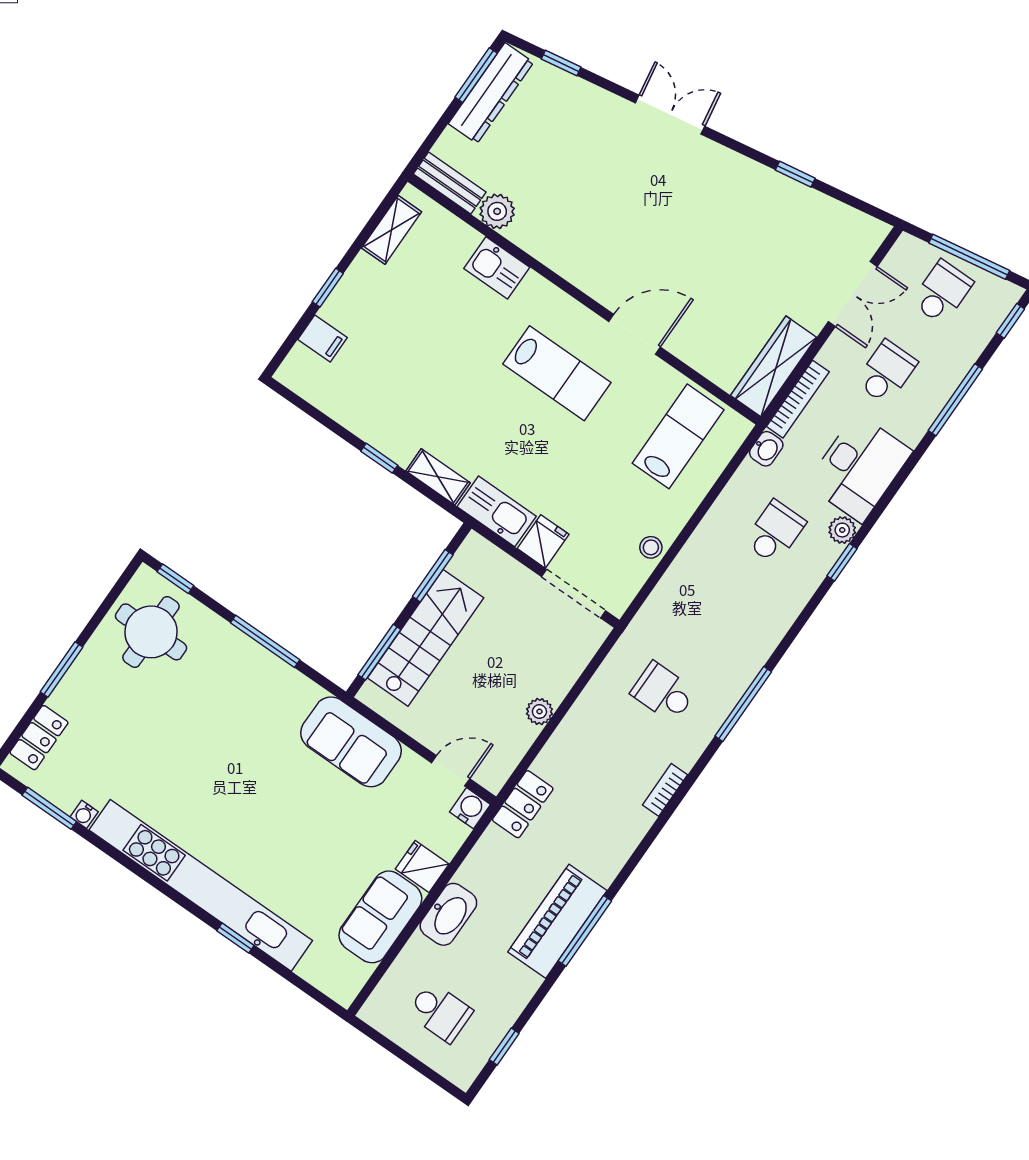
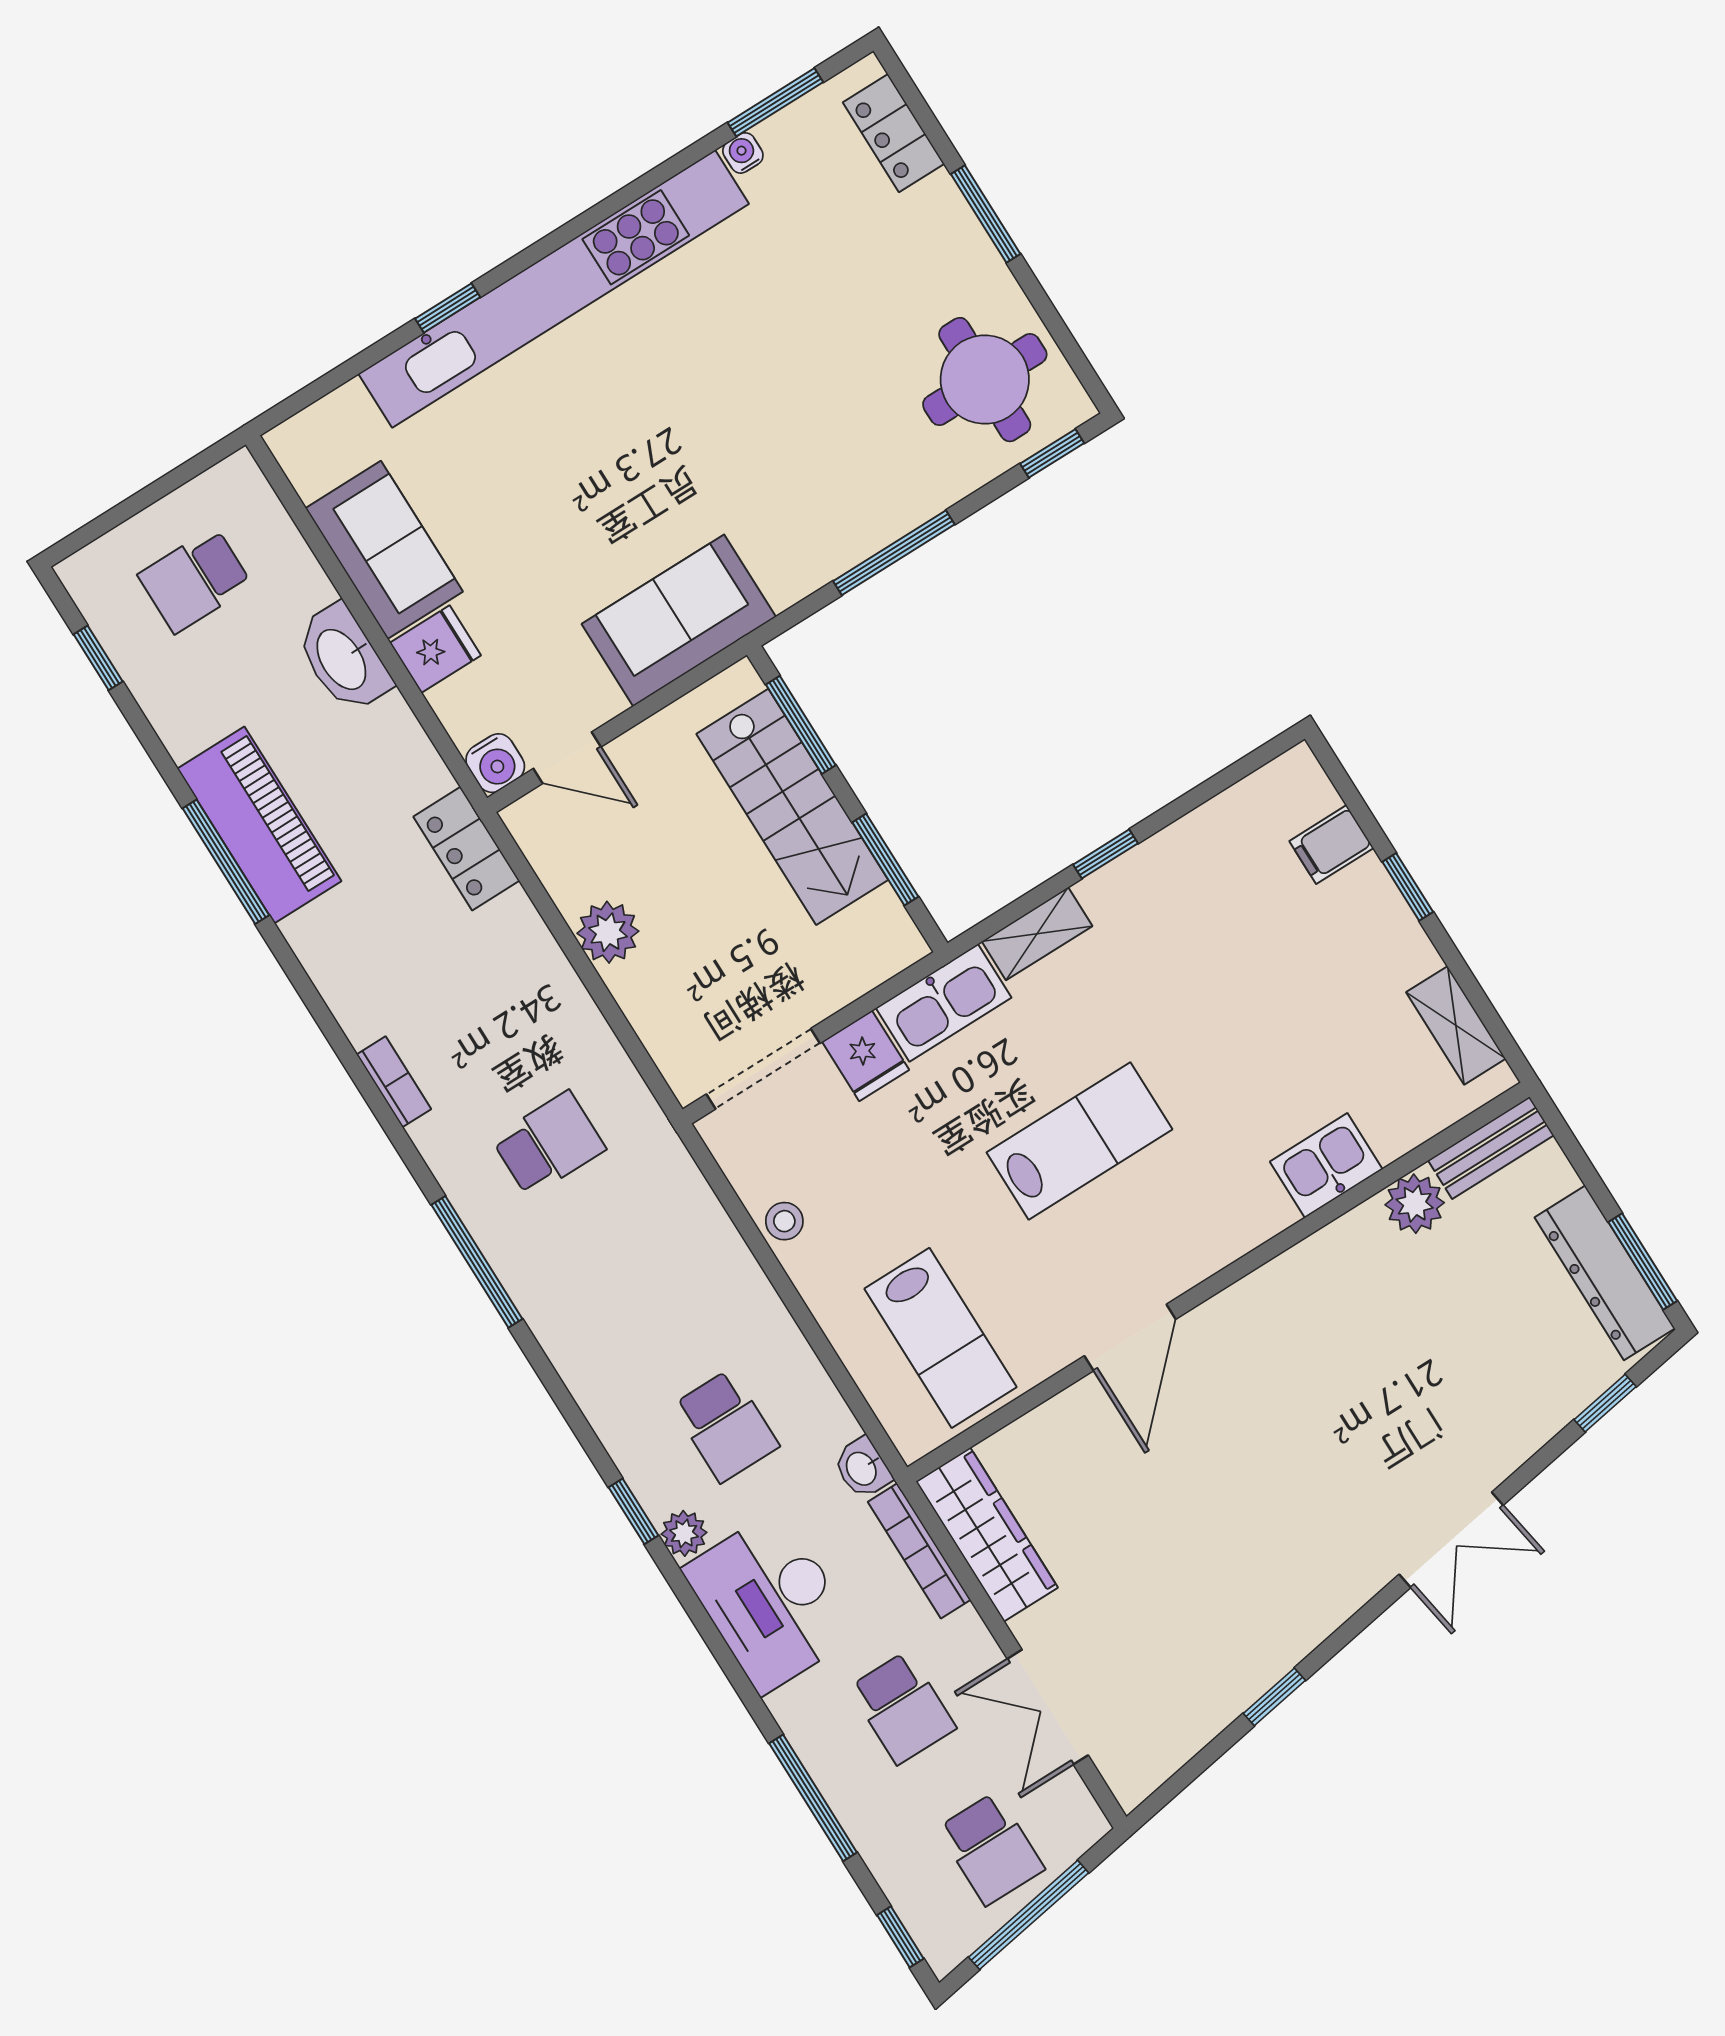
lab bench: (557, 373) -> (1079, 1141), moved, turned 180
plant: (539, 711) -> (608, 932), width x1.38, depth x1.38
door: (451, 771) -> (567, 758), hinge flipped

